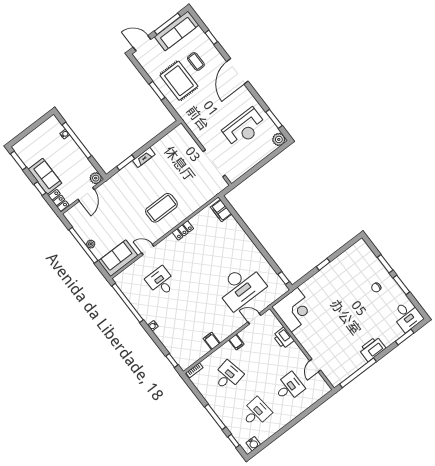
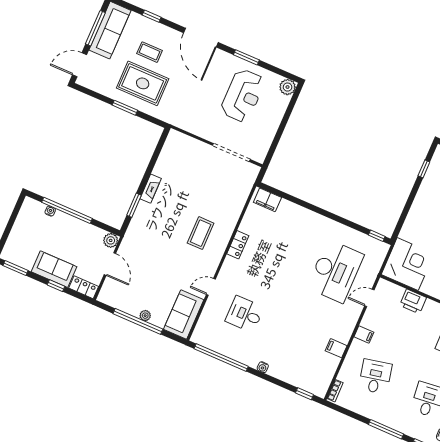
window: (274, 119) -> (246, 57), moved
coffee table: (161, 208) -> (201, 233), width x0.73, depth x0.76
window: (323, 264) -> (424, 169), moved

